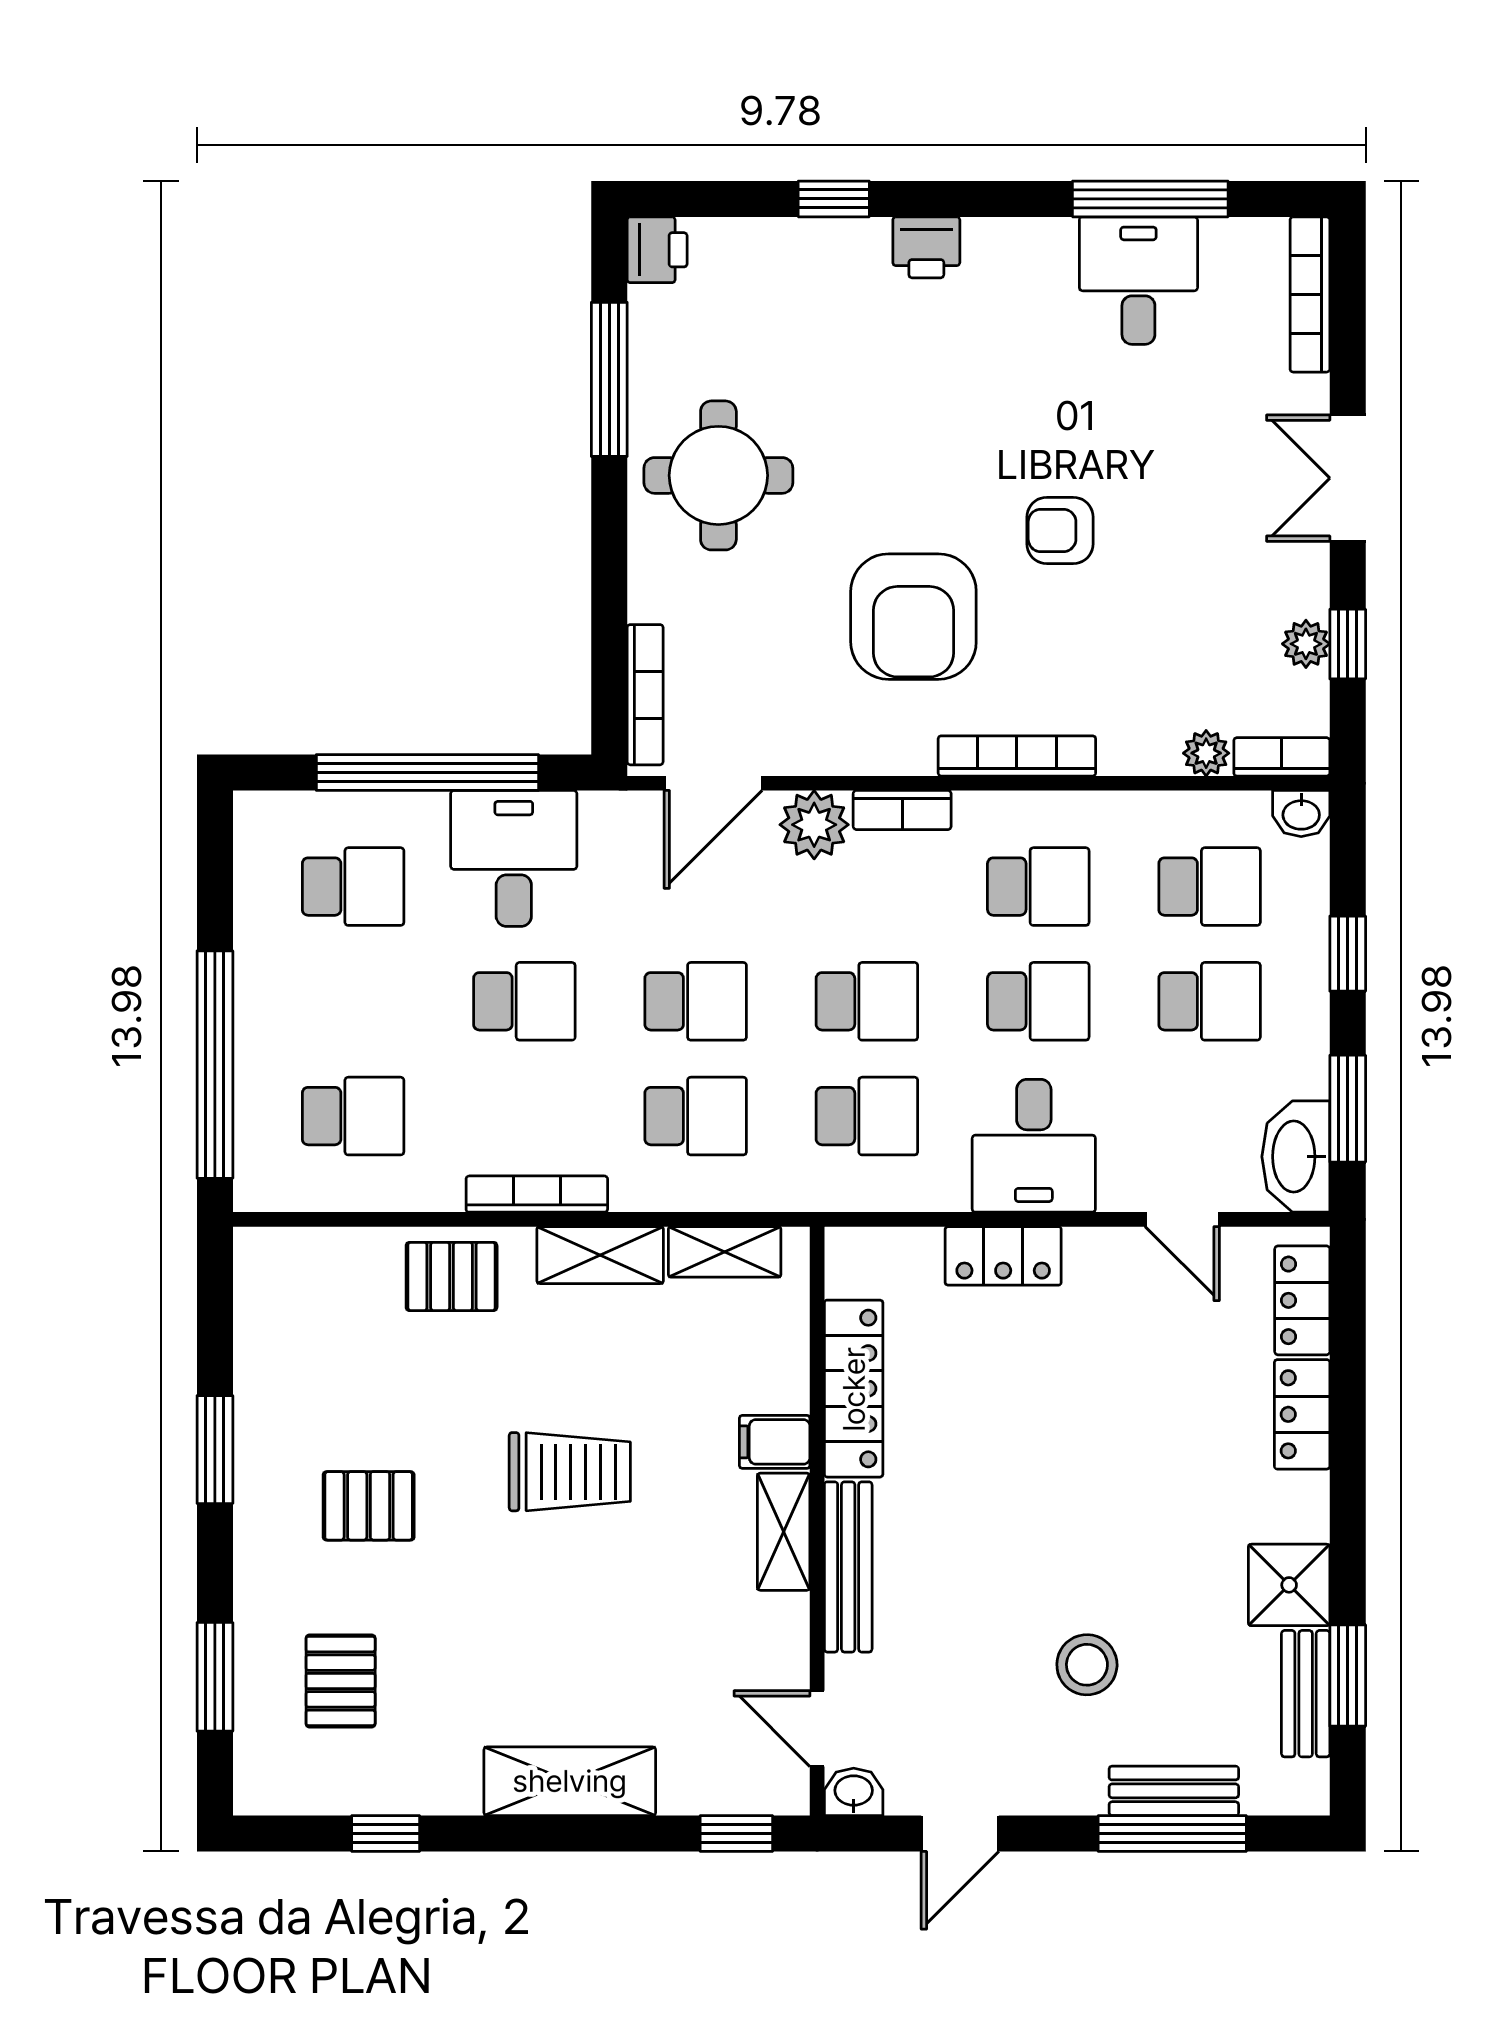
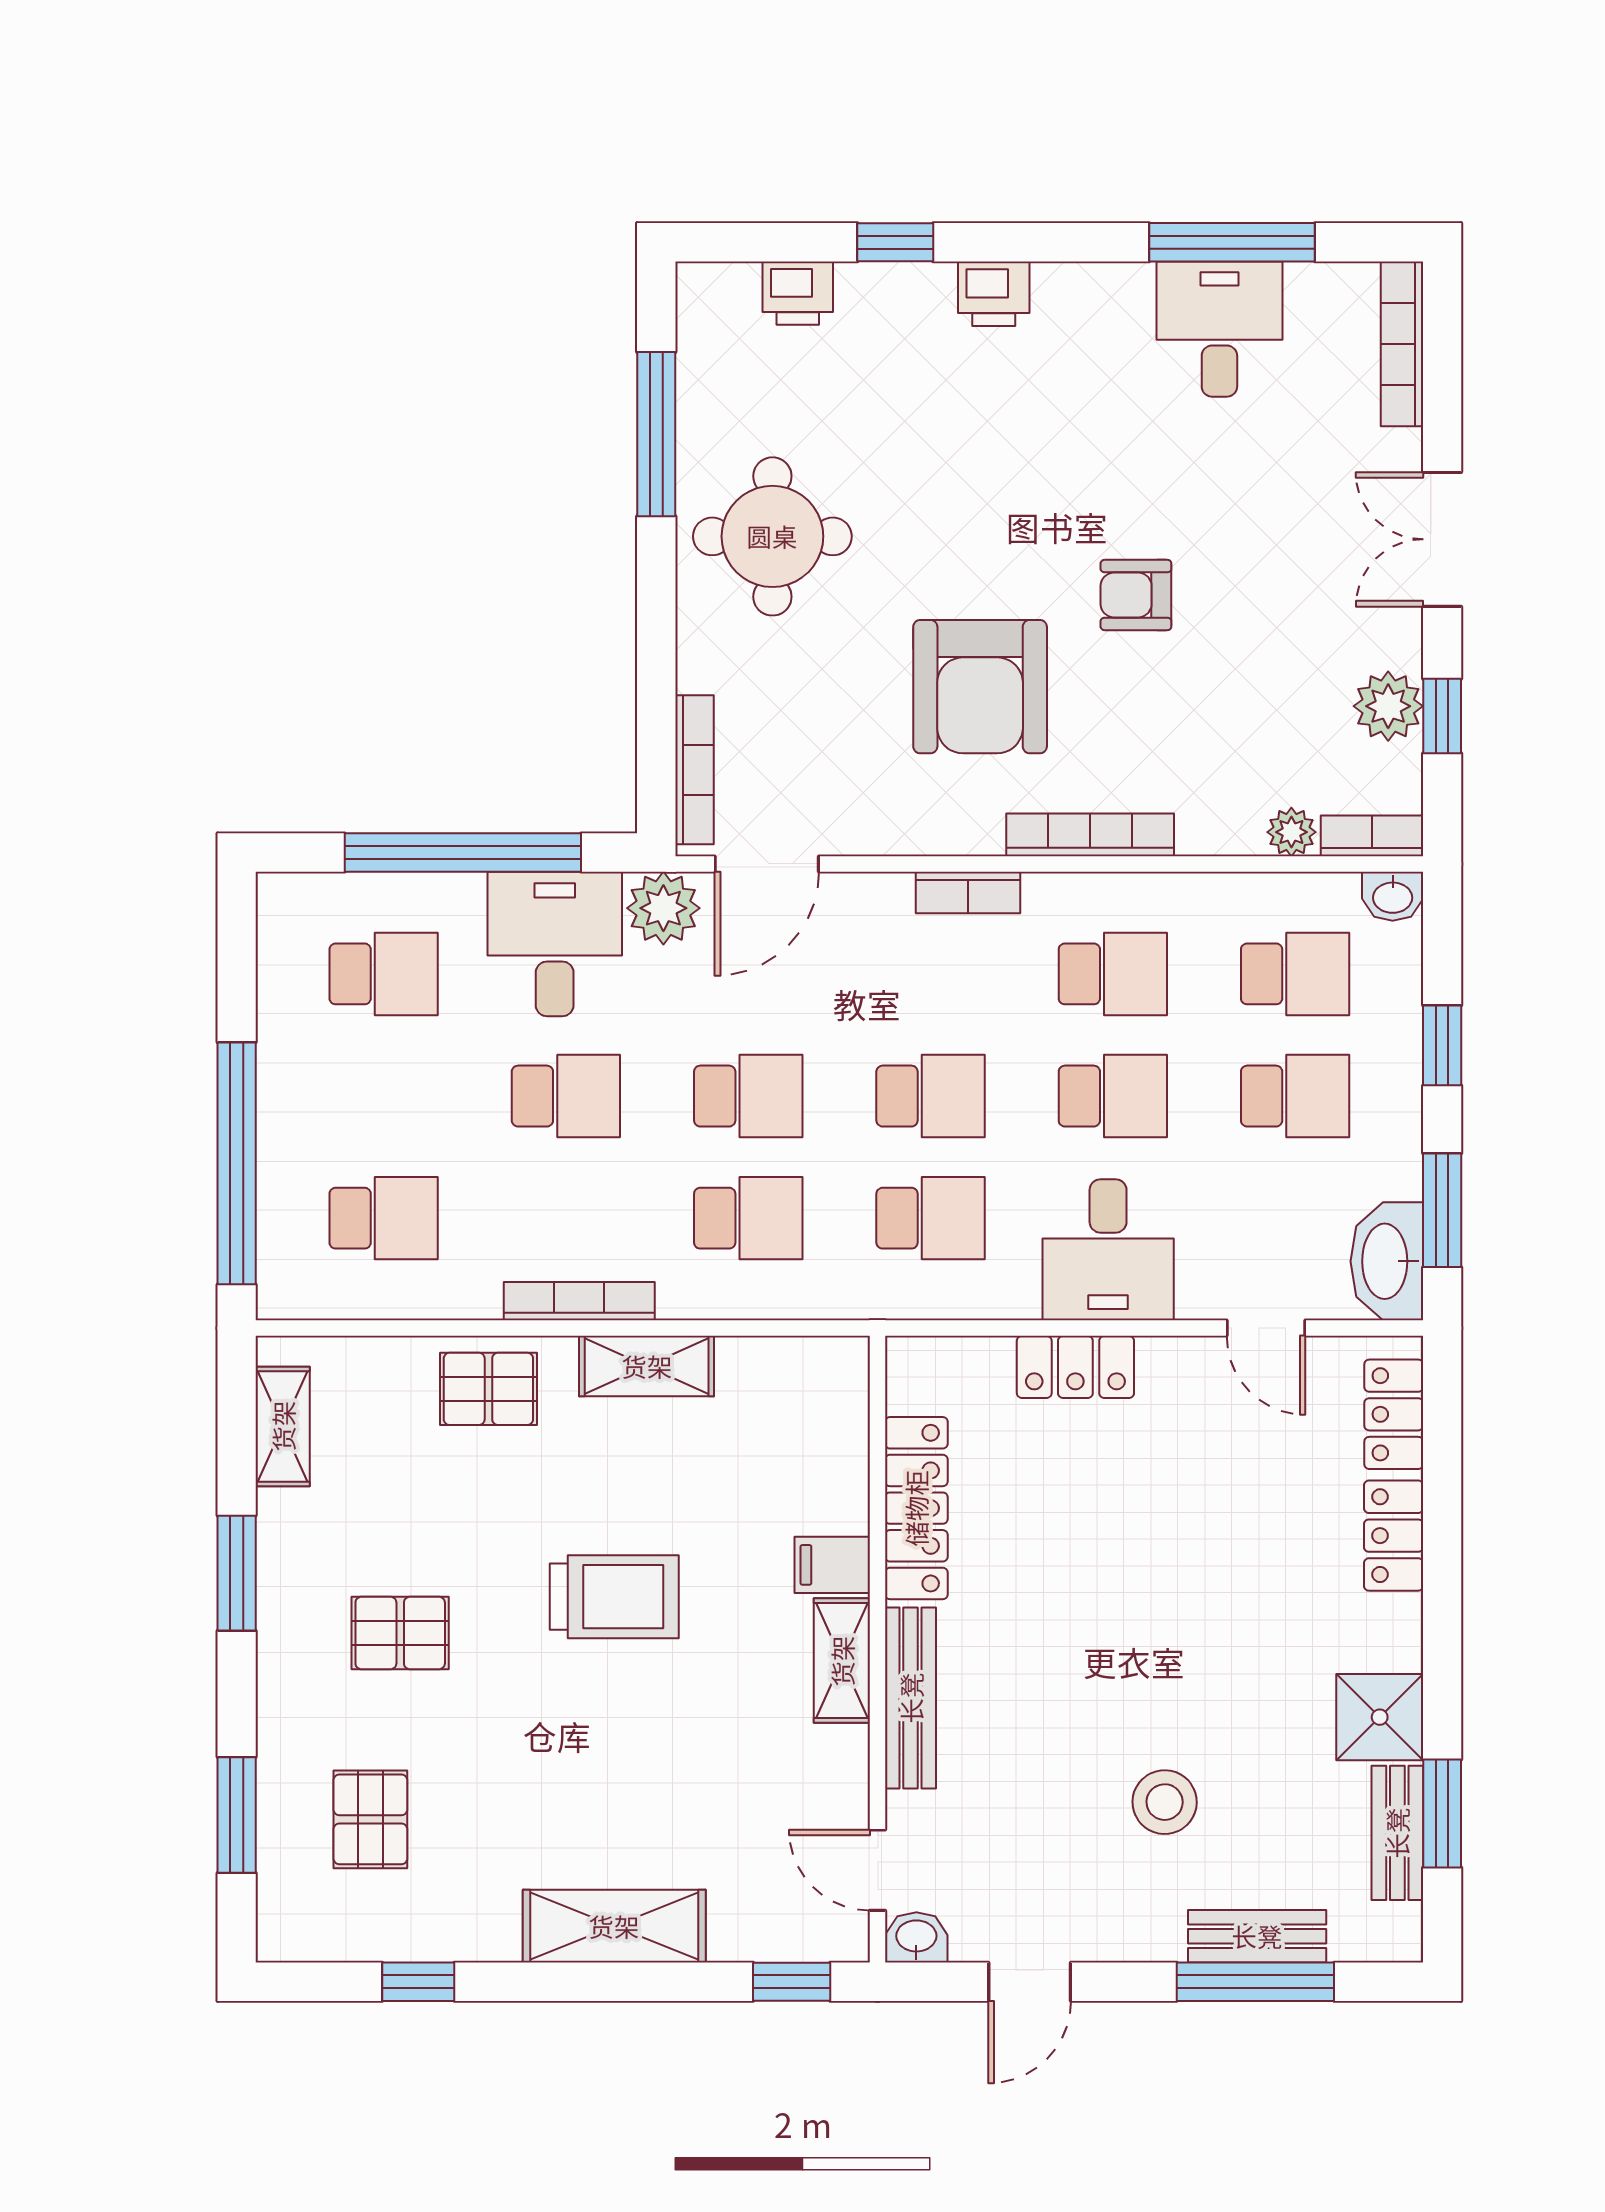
printer: (657, 250) -> (798, 293), moved, turned 90
plant: (1306, 644) -> (1388, 706), width x1.38, depth x1.38
plant: (814, 825) -> (663, 908), moved
shelving: (725, 1252) -> (283, 1426), moved, turned 90

